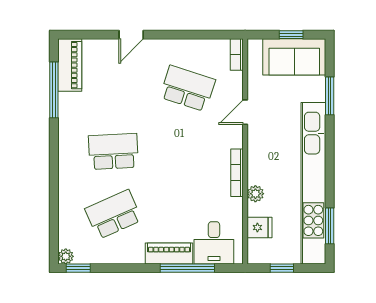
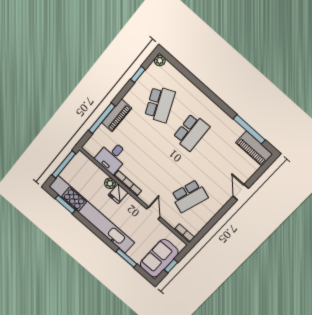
fridge: (259, 228) -> (118, 194), moved
desk: (214, 243) -> (112, 157), moved, turned -90
window: (78, 268) -> (138, 74), moved
window: (282, 268) -> (64, 164), width x2.17

